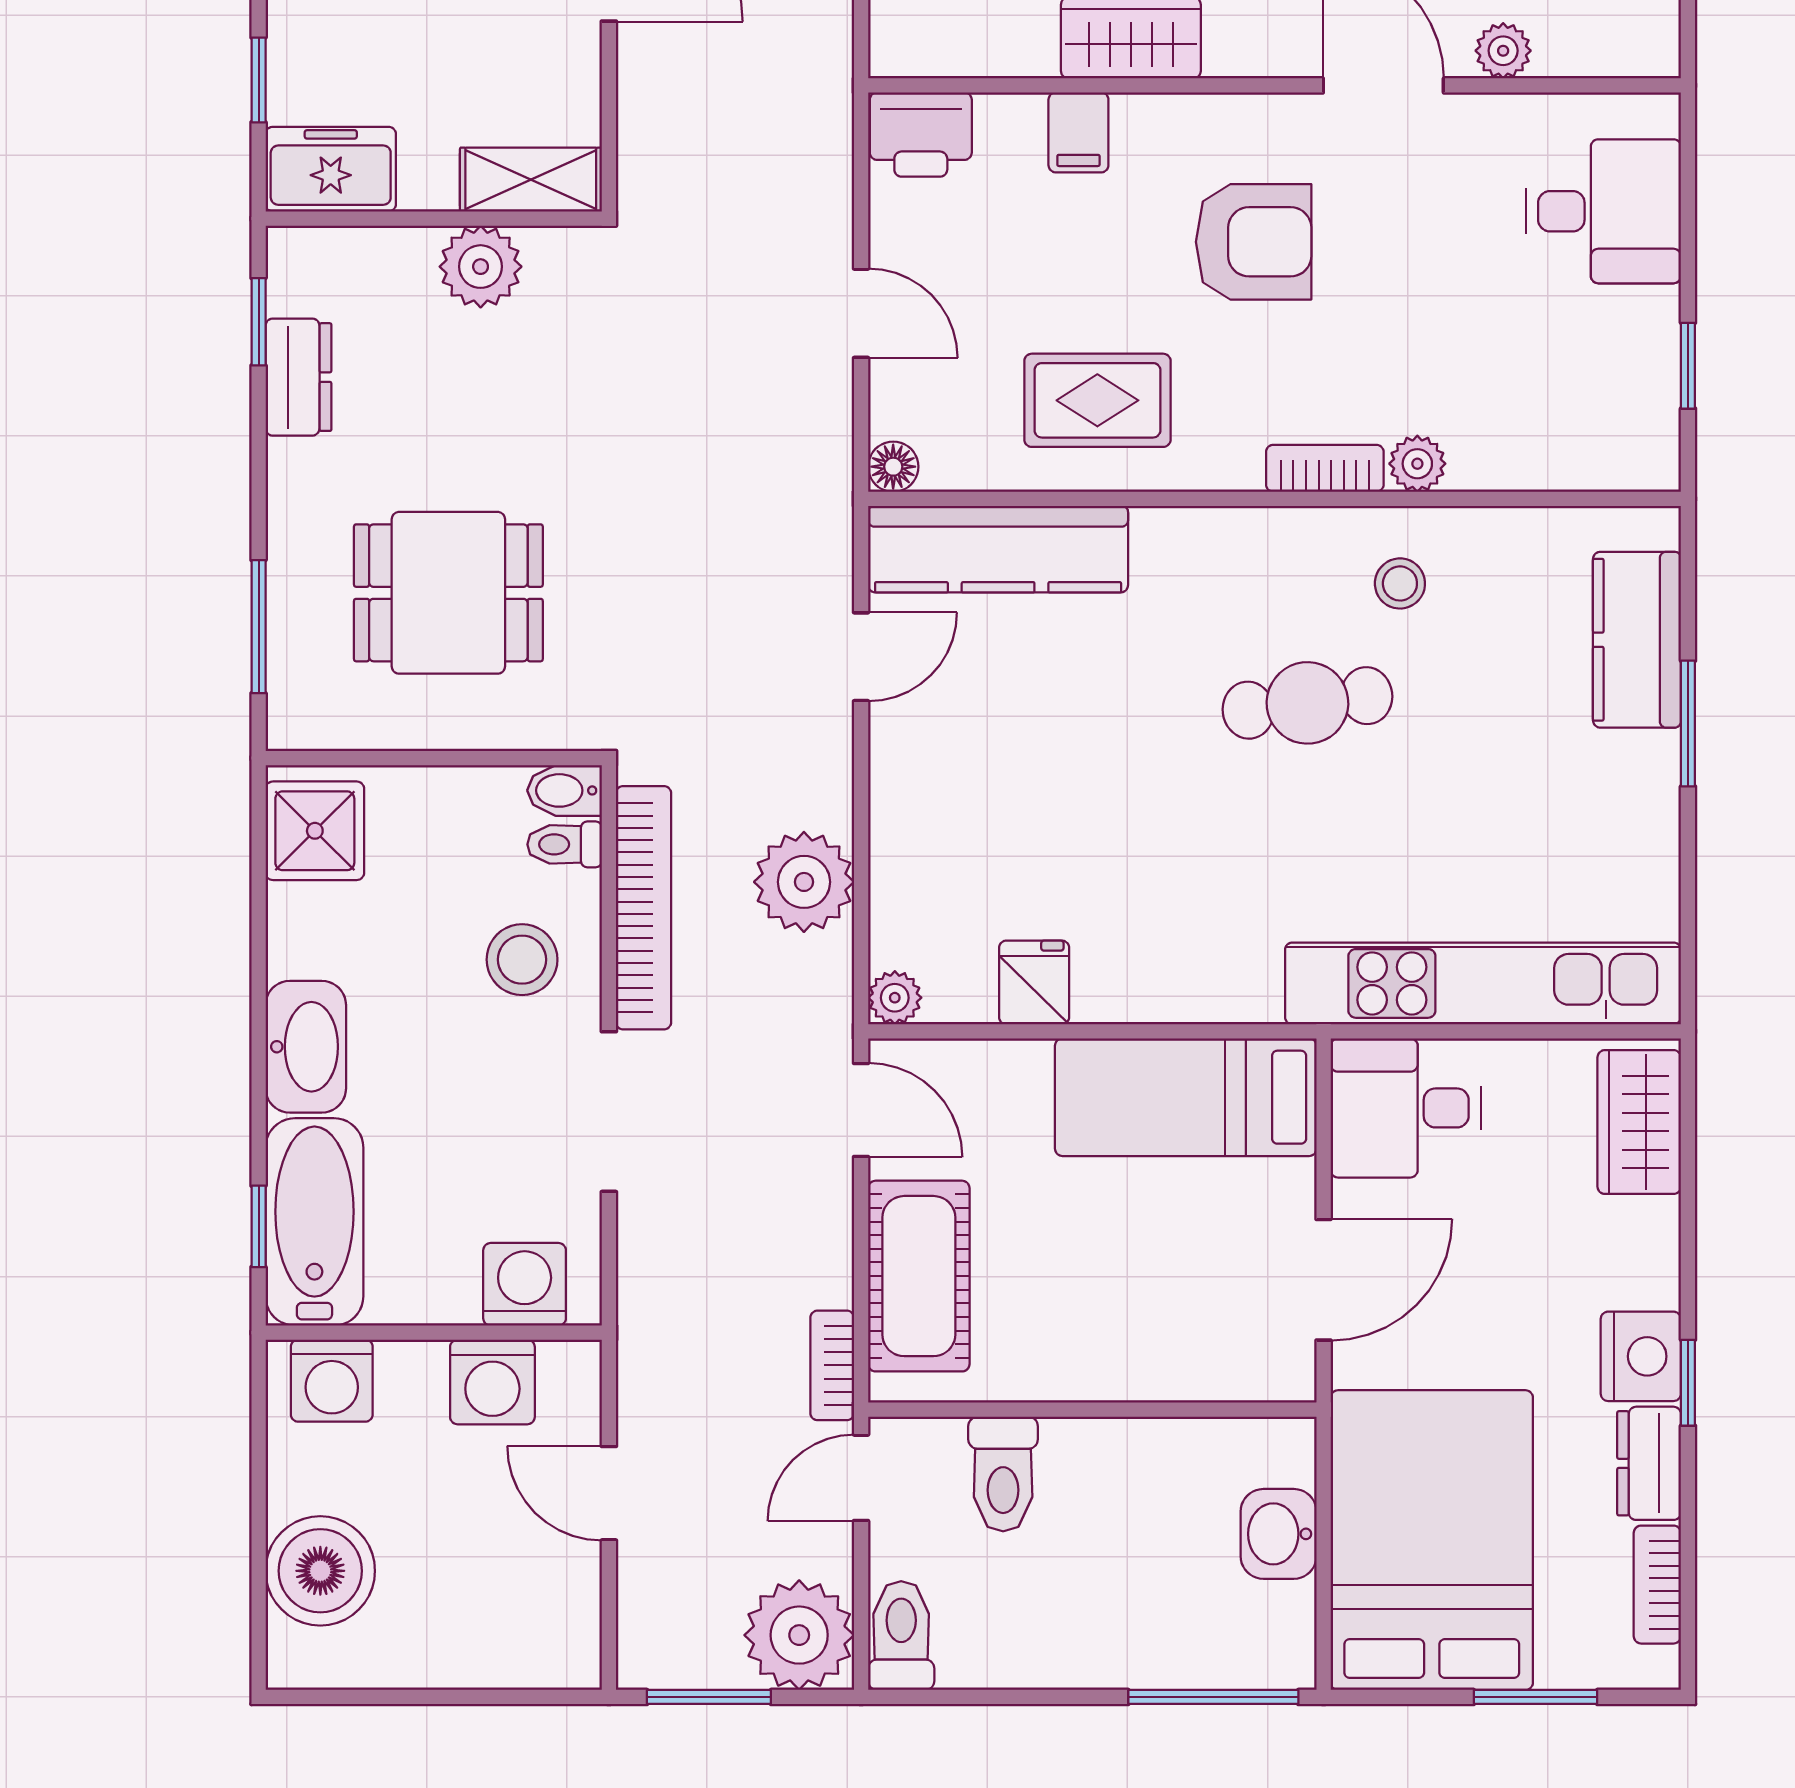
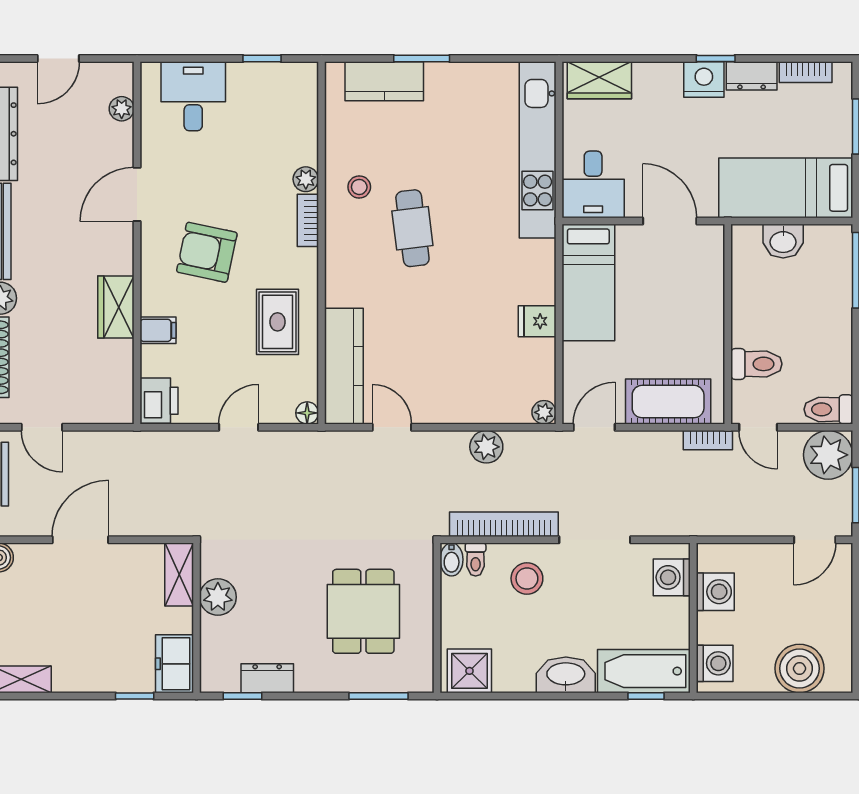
plant: (1503, 51) -> (122, 109), moved
armchair: (1254, 242) -> (207, 252), turned -78
plant: (804, 882) -> (486, 447), width x0.73, depth x0.73
fridge: (1034, 982) -> (537, 321), moved
door: (609, 1493) -> (815, 540), moved
bed: (1432, 1540) -> (786, 188), width x0.67

